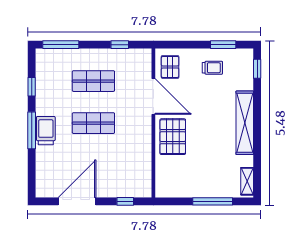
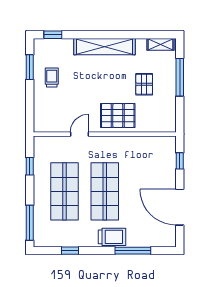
pallet: (170, 67) -> (144, 84), moved, turned 90
shop shelf: (93, 81) -> (65, 191), width x1.43, depth x1.36
door: (153, 97) -> (79, 134), width x0.53
shop shelf: (93, 123) -> (105, 191), width x1.43, depth x1.36
window: (32, 130) -> (133, 251), moved
trolley: (46, 131) -> (112, 237), turned 180

